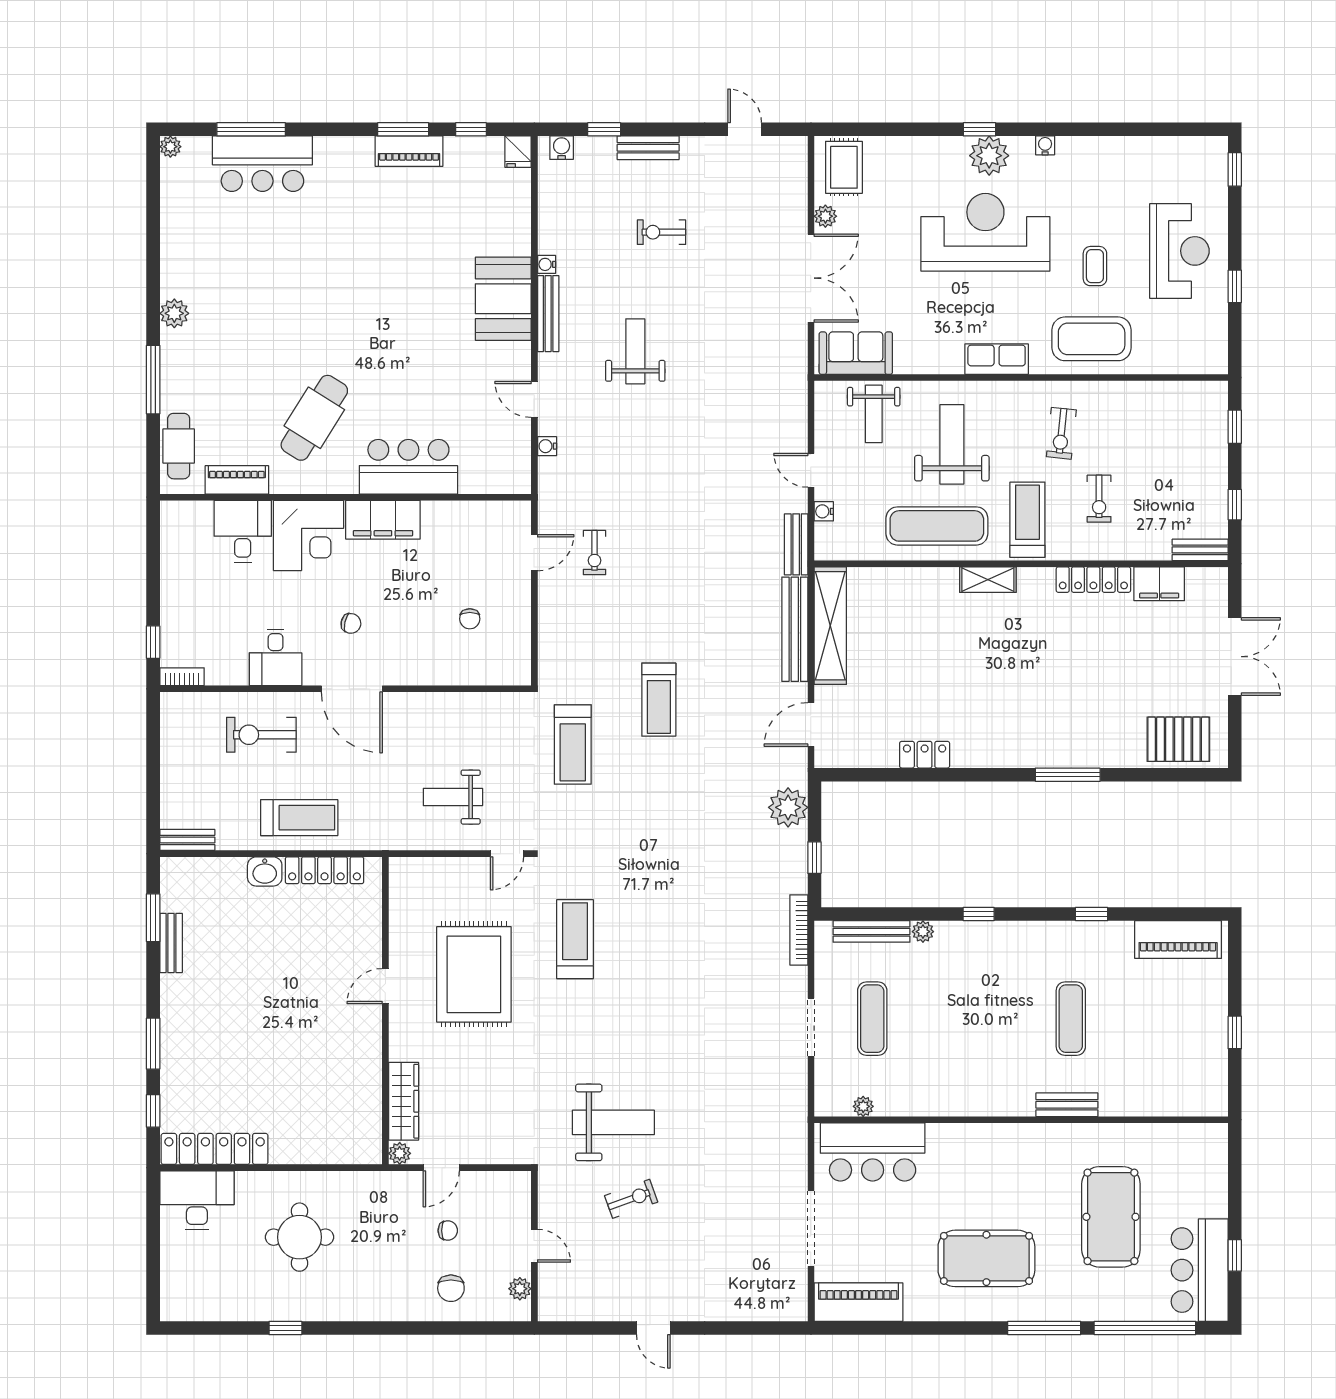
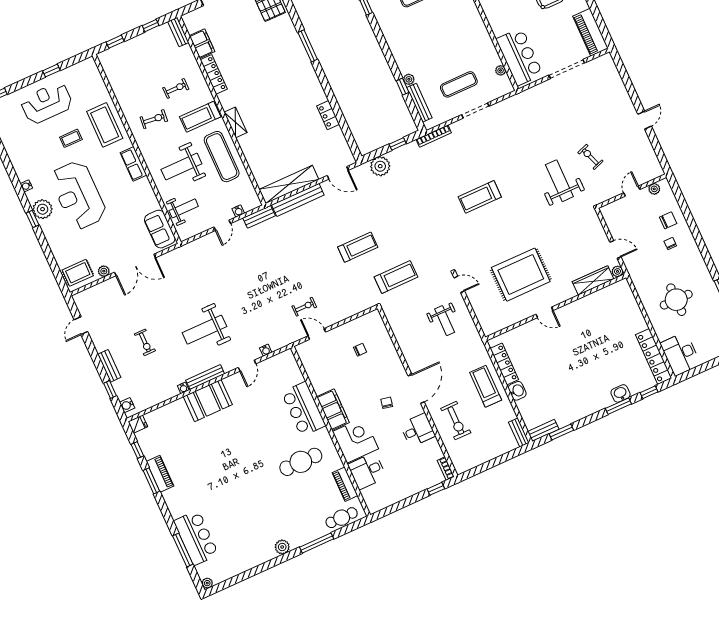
double door: (811, 278) -> (135, 265), swing flipped
weight bench: (635, 351) -> (204, 330), width x1.36, depth x1.33
cafe table: (314, 418) -> (301, 462), turned -32
window: (979, 914) -> (403, 87), moved
treadmill: (575, 939) -> (480, 197), moved
bench: (171, 943) -> (543, 430), moved
washbasin: (174, 1058) -> (621, 393), added
chair: (448, 1231) -> (670, 243), moved

